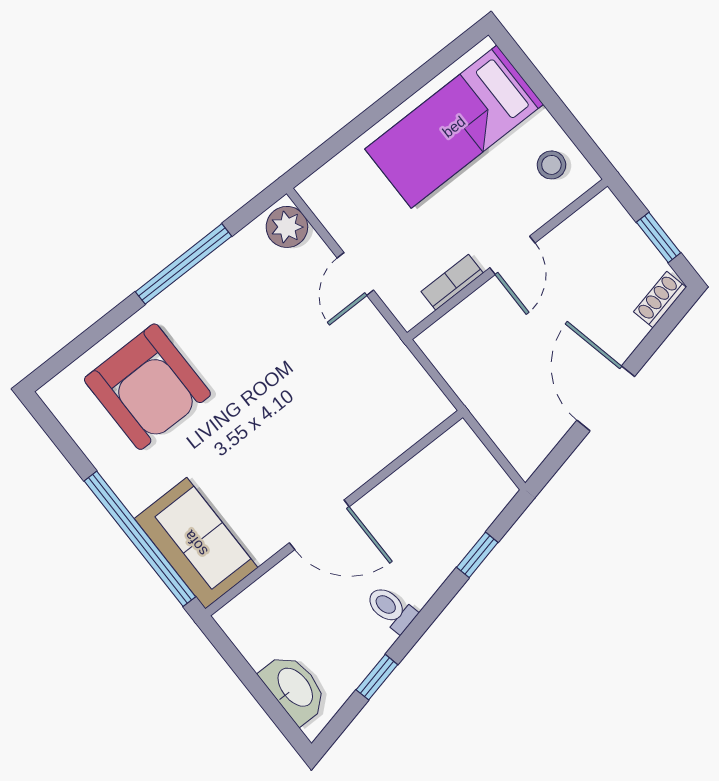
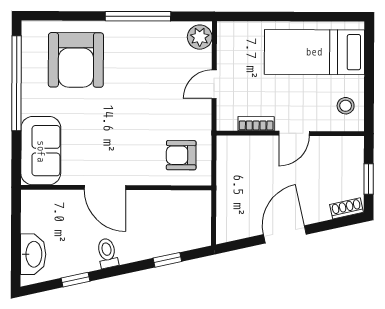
armchair: (386, 402) -> (181, 155), added
window: (140, 539) -> (16, 83), moved

